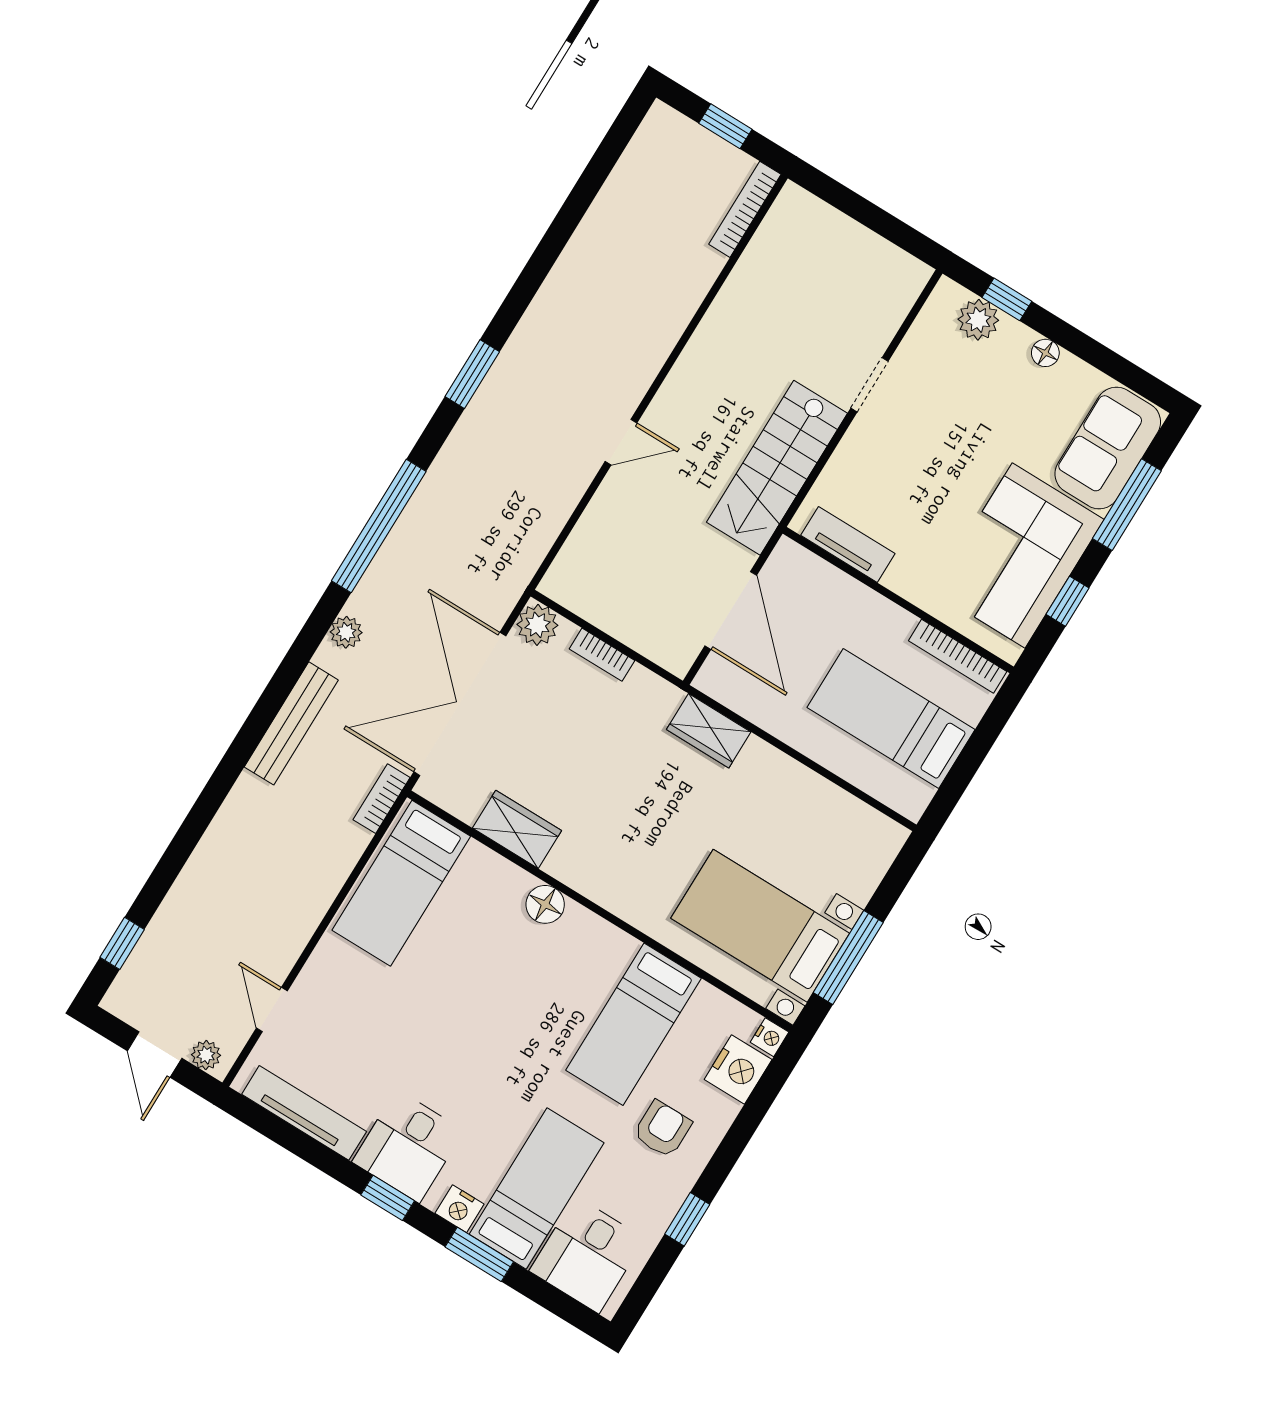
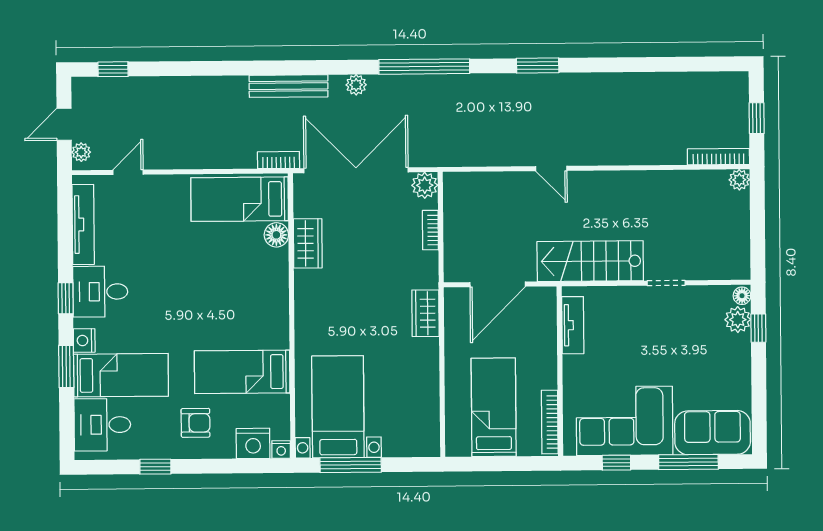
plant: (793, 201) -> (739, 180), added
floor lamp: (1045, 353) -> (742, 296), moved
floor lamp: (545, 904) -> (276, 235), moved

